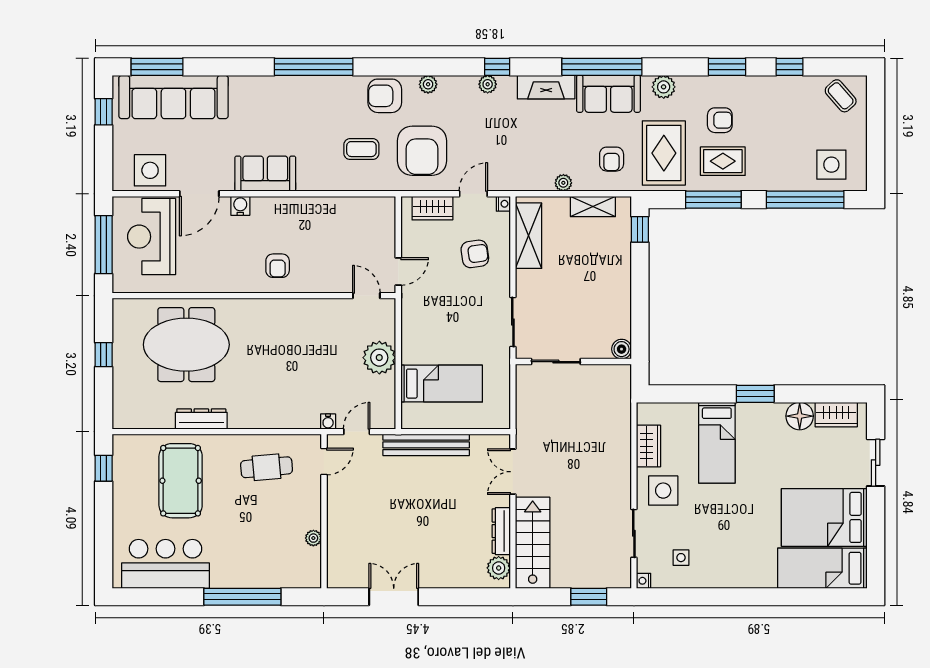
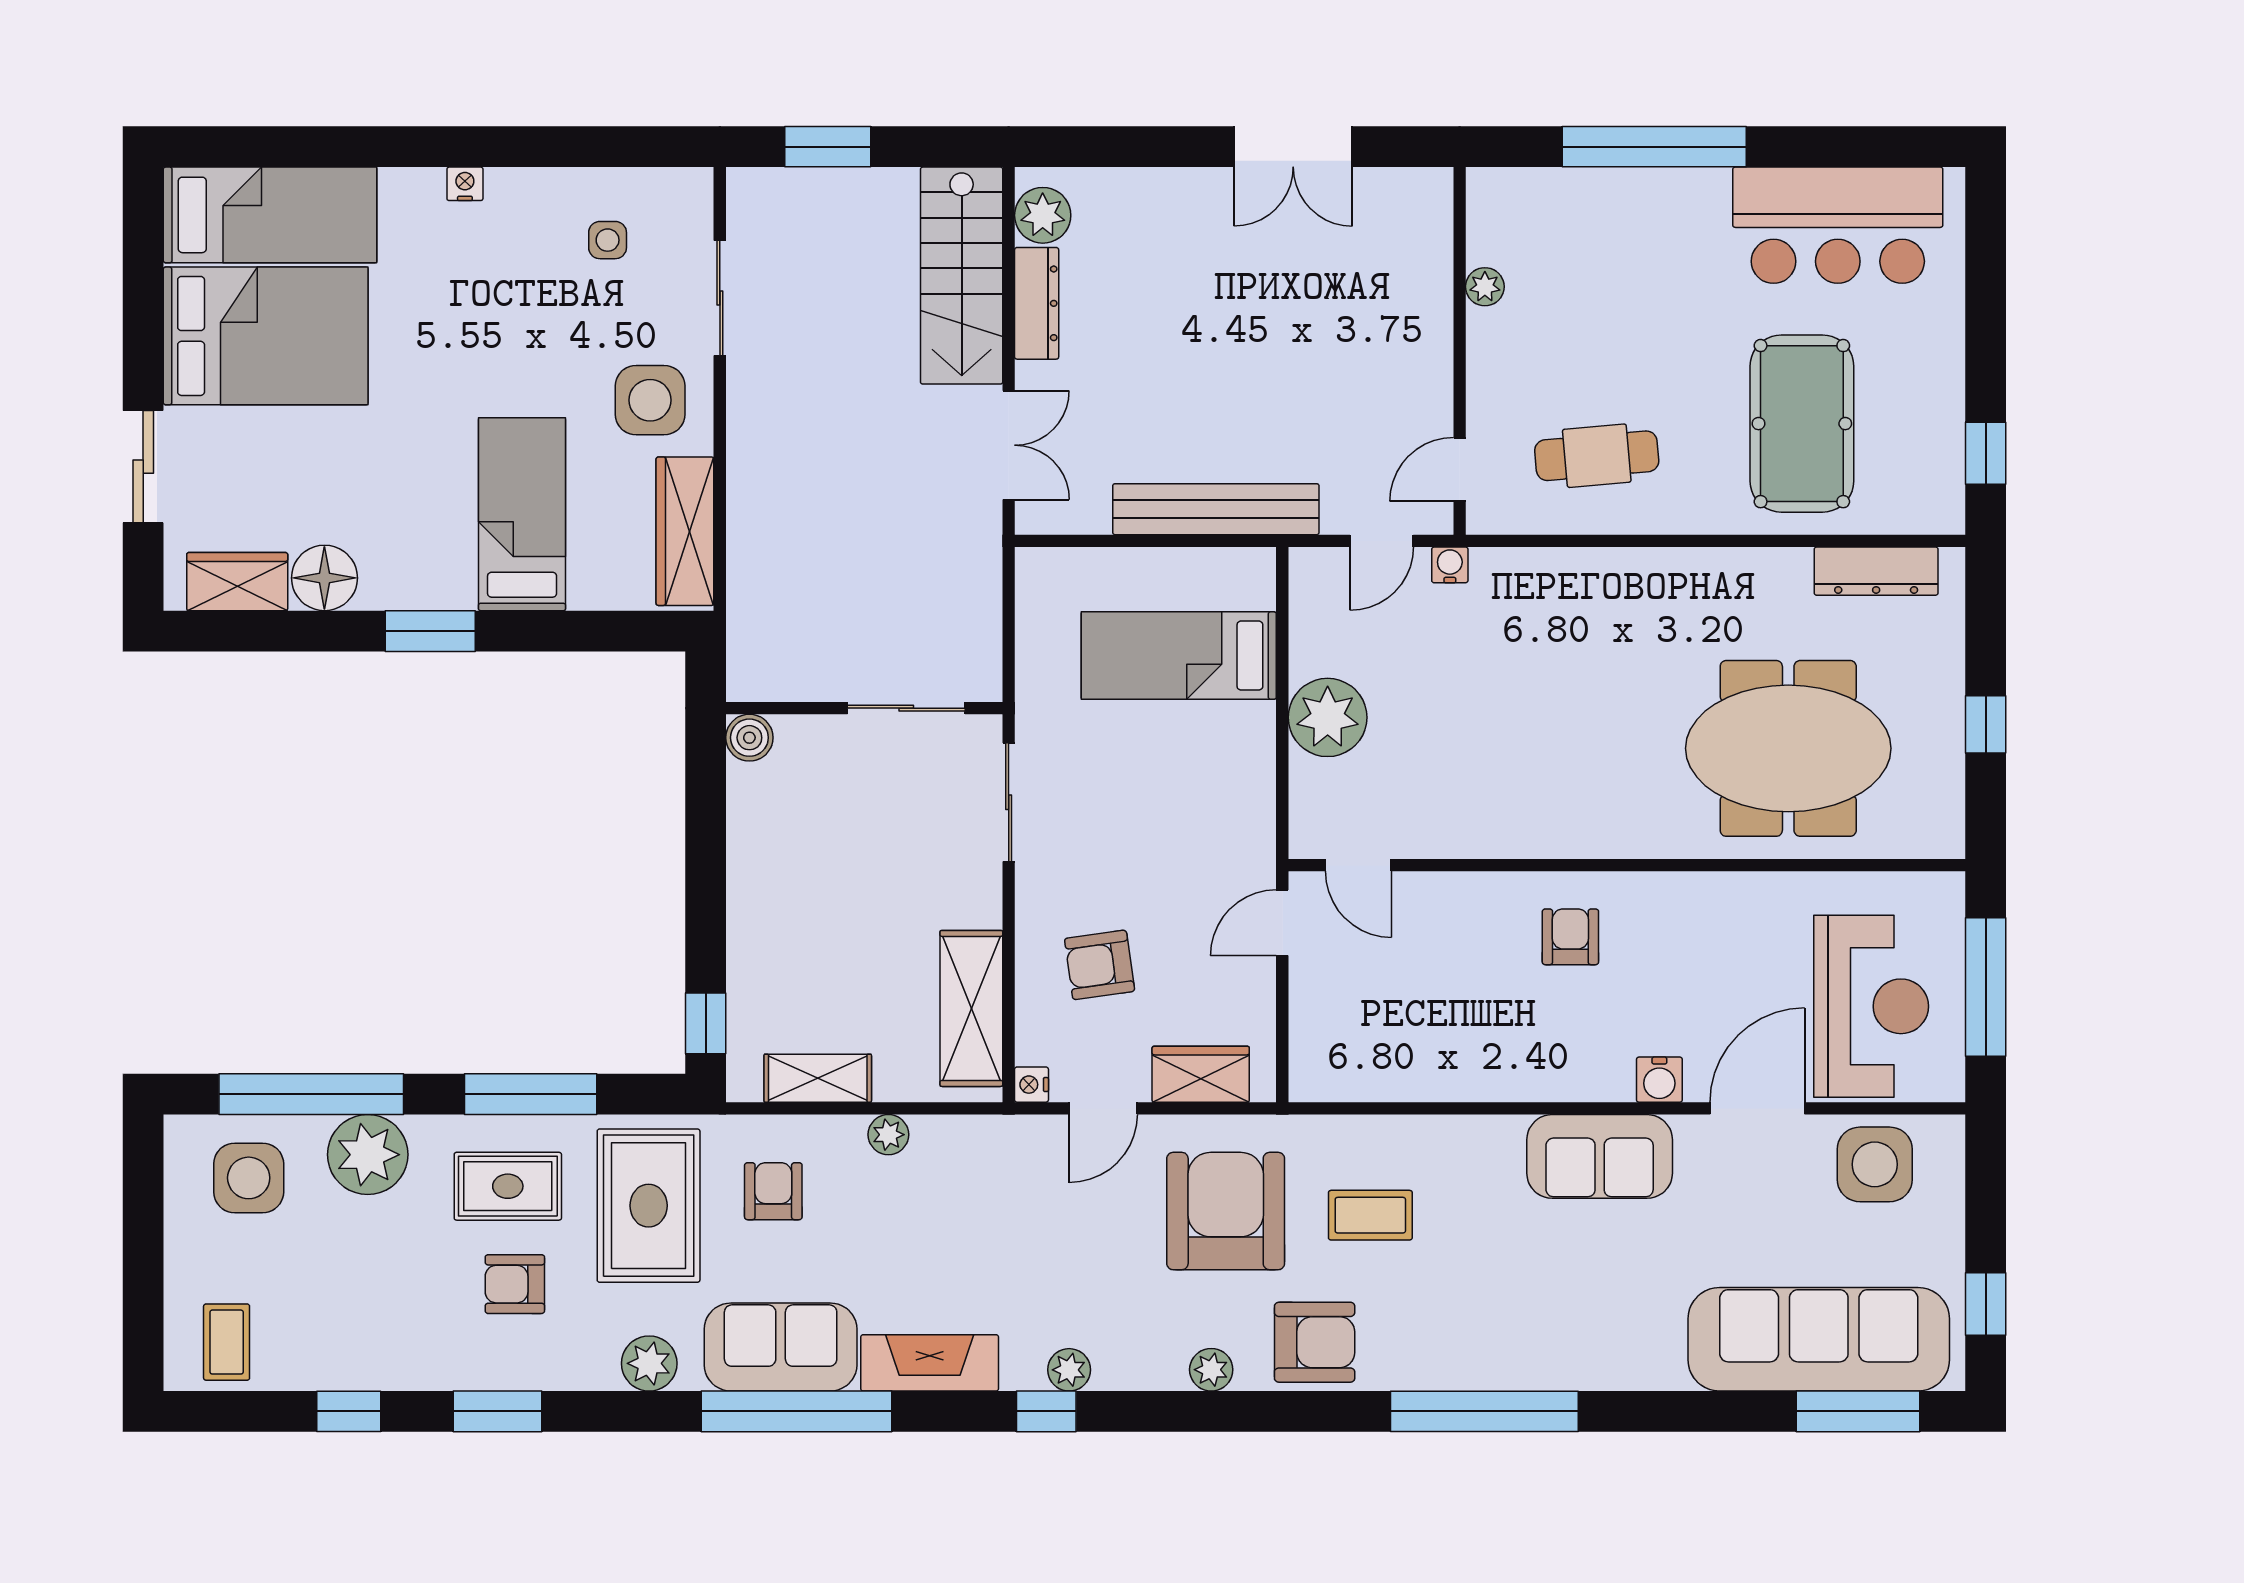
coffee table: (841, 96) -> (227, 1342), turned 41
plant: (782, 174) -> (368, 1155), added
dresser: (201, 419) -> (1876, 571), moved
wardrobe: (649, 446) -> (685, 531), width x1.50
nightstand: (644, 581) -> (465, 184), moved, turned -90

